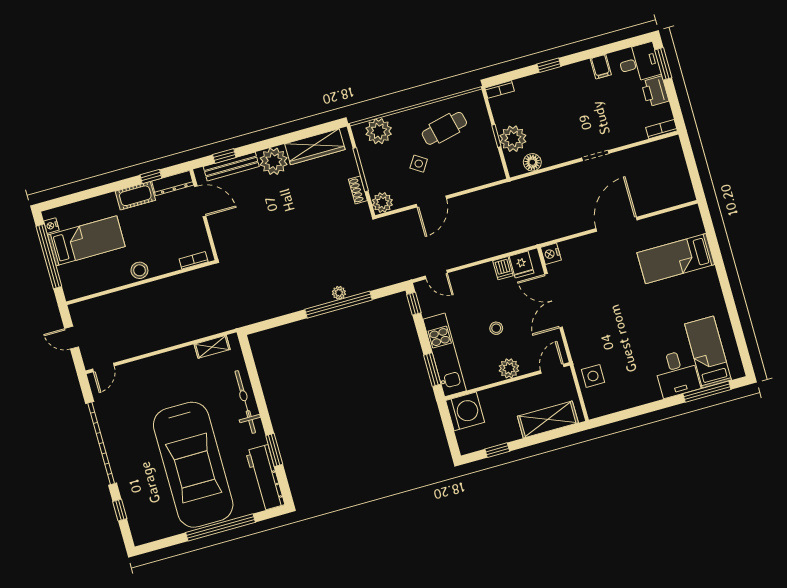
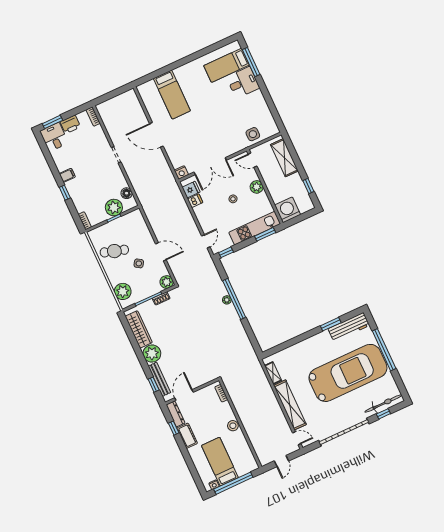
filing cabinet: (601, 67) -> (67, 175), moved
cafe table: (444, 128) -> (114, 251), turned -60
shelving: (158, 365) -> (290, 405), added
bicycle: (245, 402) -> (383, 403), moved, turned 180

